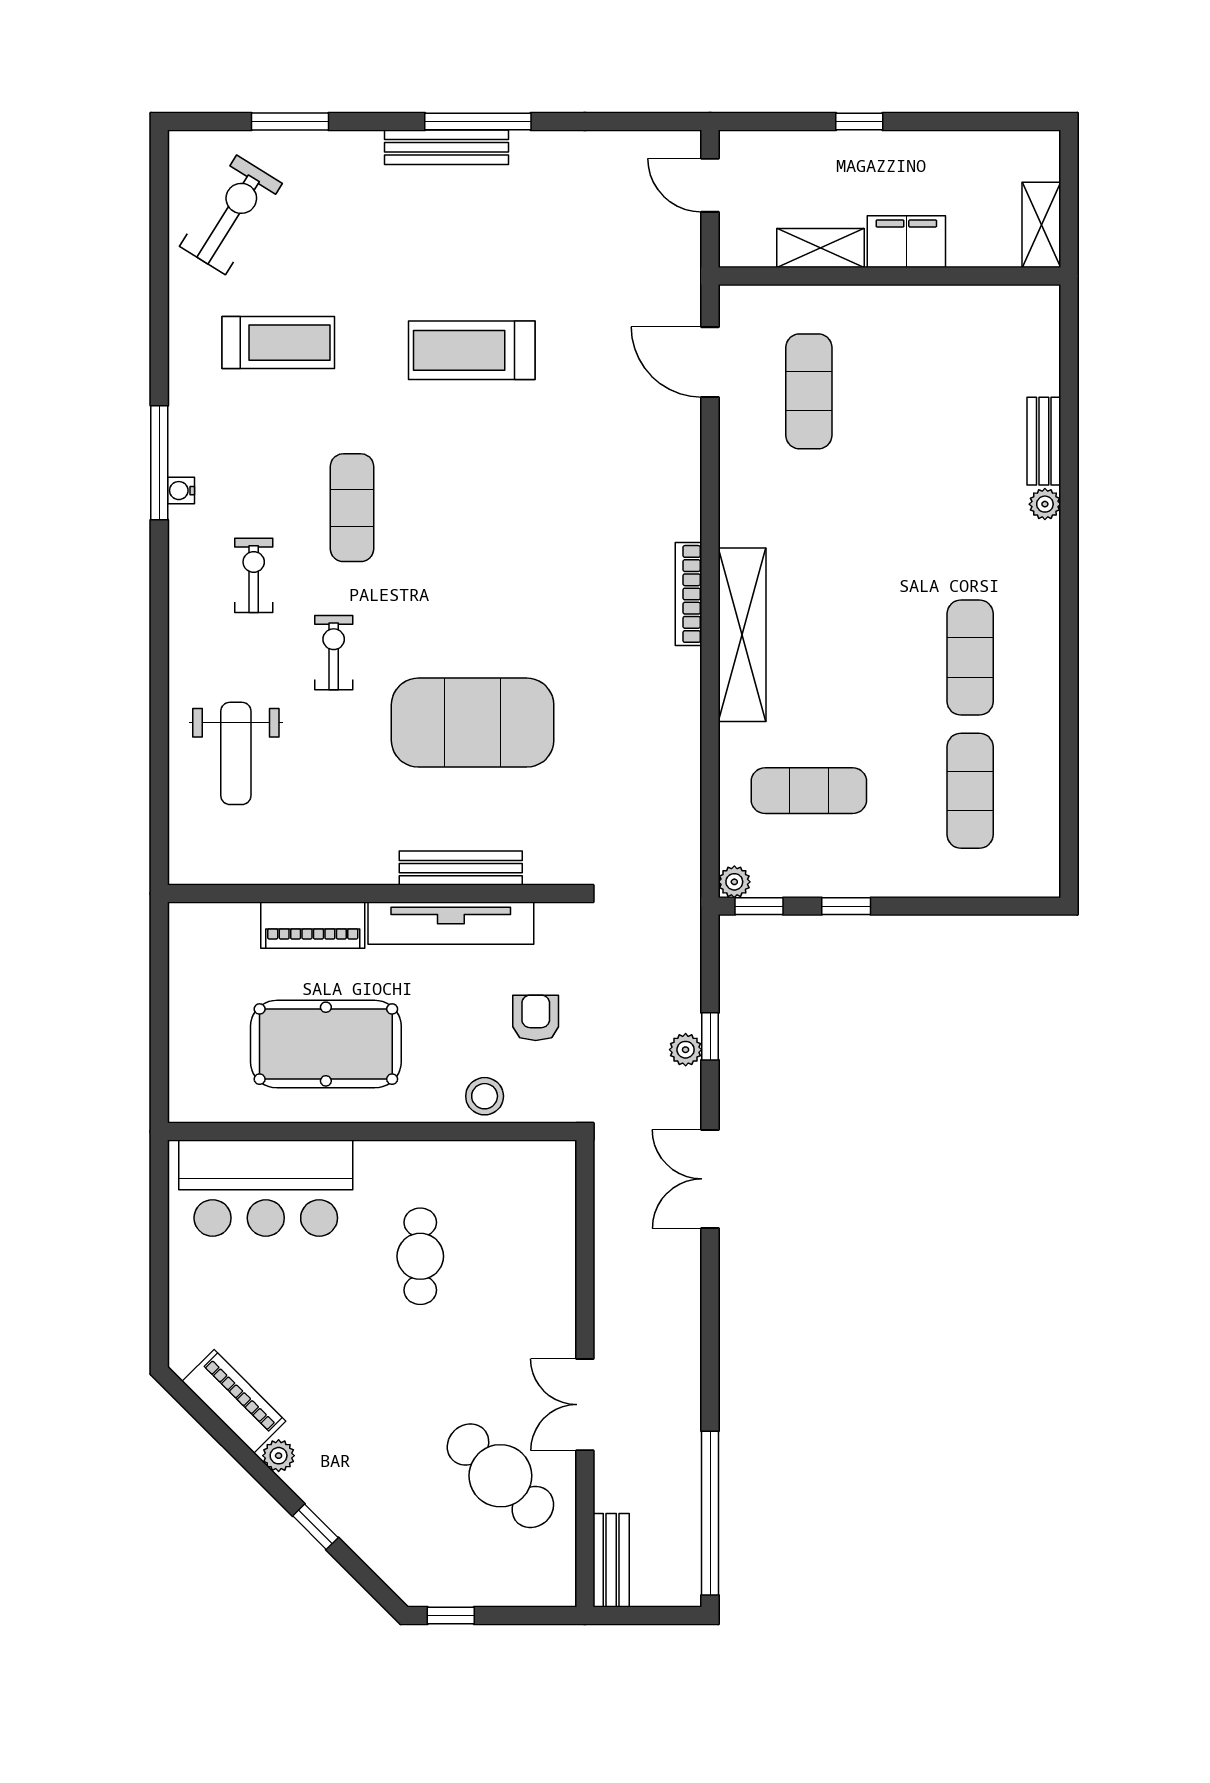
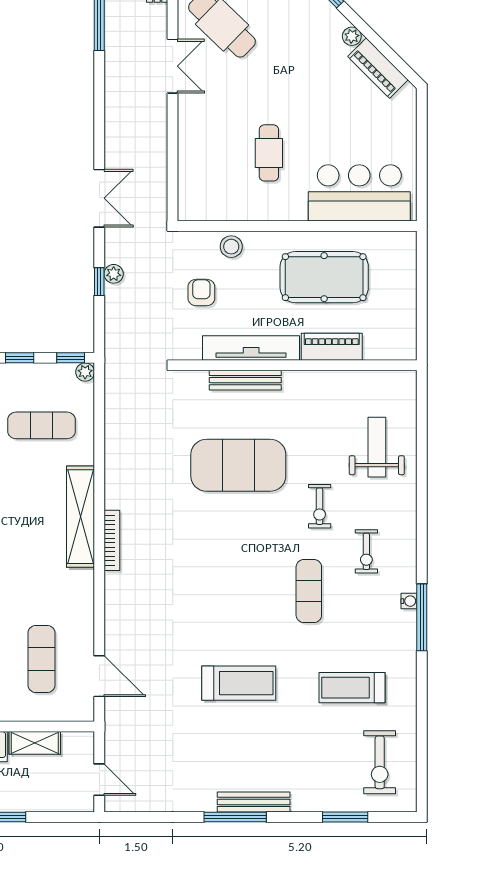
exercise bike: (231, 215) -> (380, 762), turned -32
armchair: (536, 1018) -> (201, 292), turned 180

